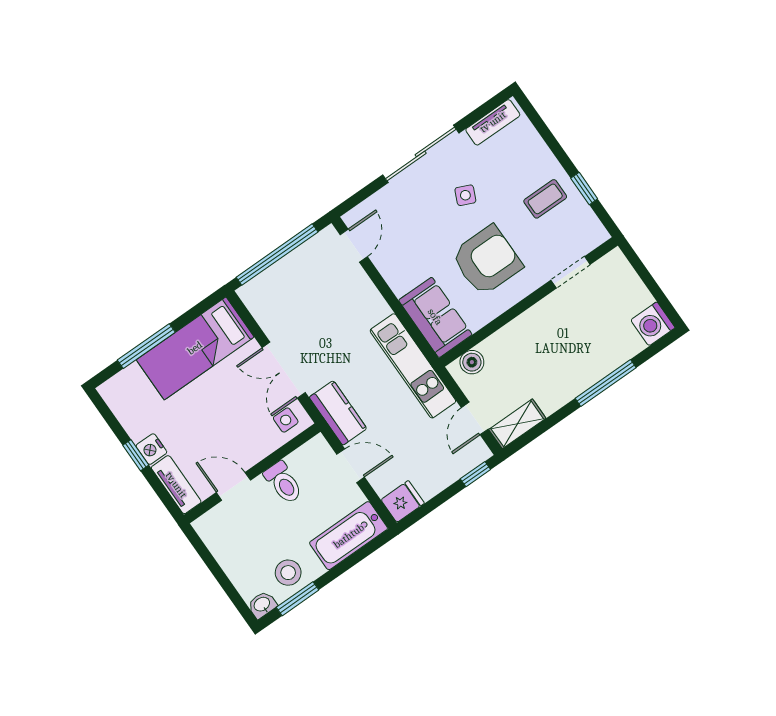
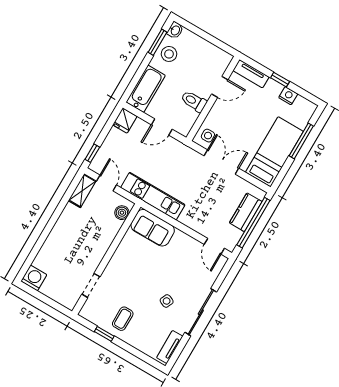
armchair: (487, 260) -> (139, 271), removed
window: (606, 383) -> (45, 234), removed
kitchen counter: (338, 413) -> (246, 212), moved, turned 90
nightstand: (151, 449) -> (288, 96), moved

